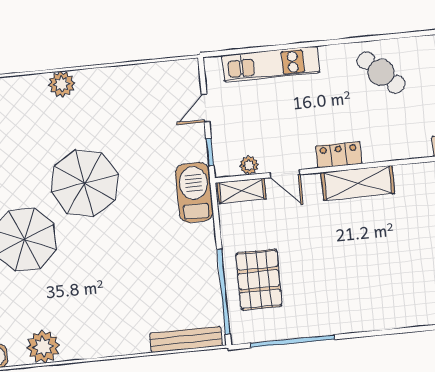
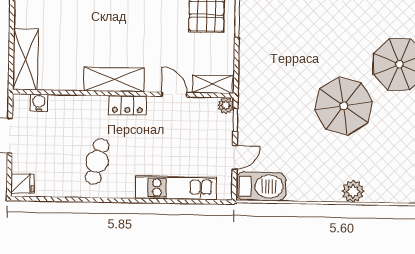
cafe table: (381, 72) -> (97, 161), moved, turned 59
plant: (249, 165) -> (226, 105), moved
barbecue: (194, 192) -> (261, 186), moved, turned -90

